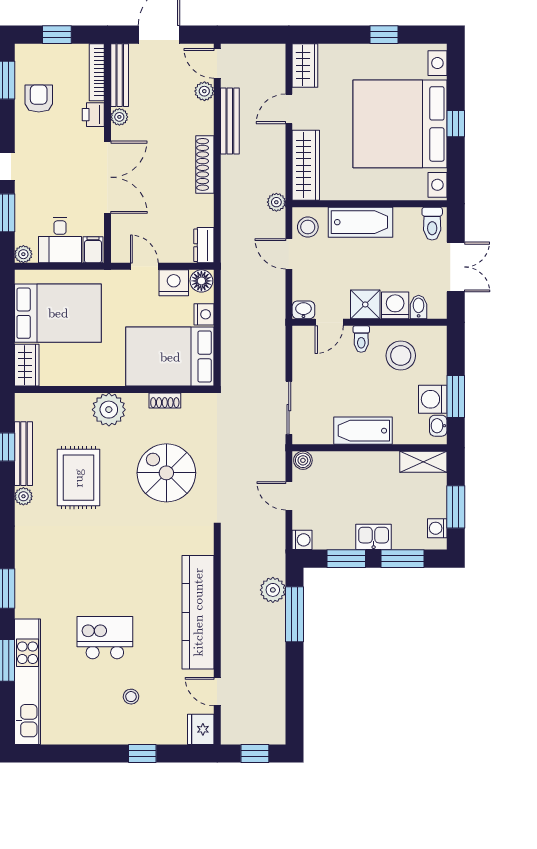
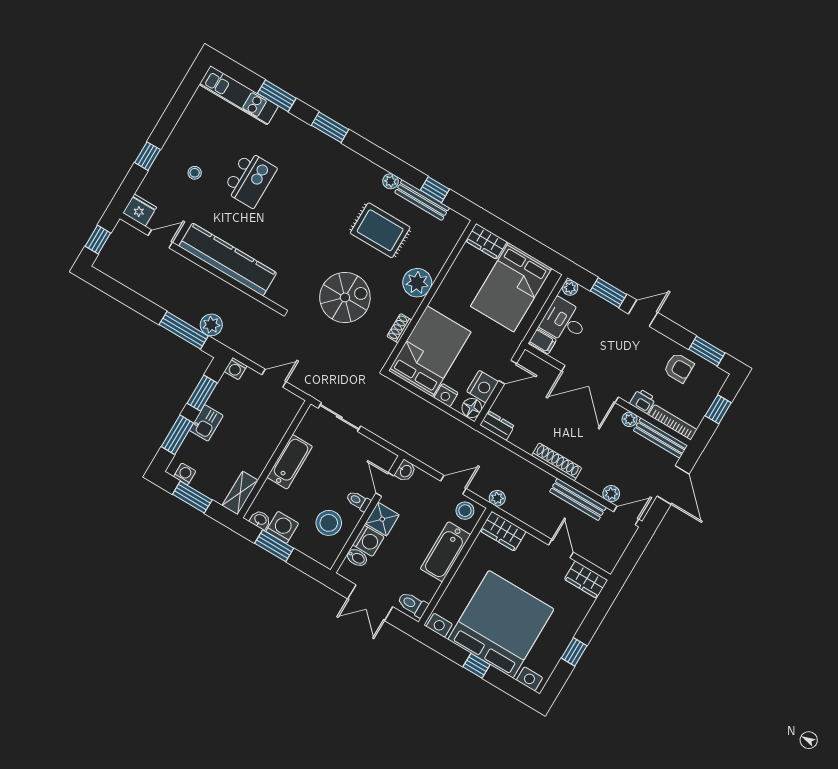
wardrobe: (306, 165) -> (503, 531), width x0.67
boiler: (303, 460) -> (294, 404), removed
kitchen unit: (28, 682) -> (239, 95), width x0.73

